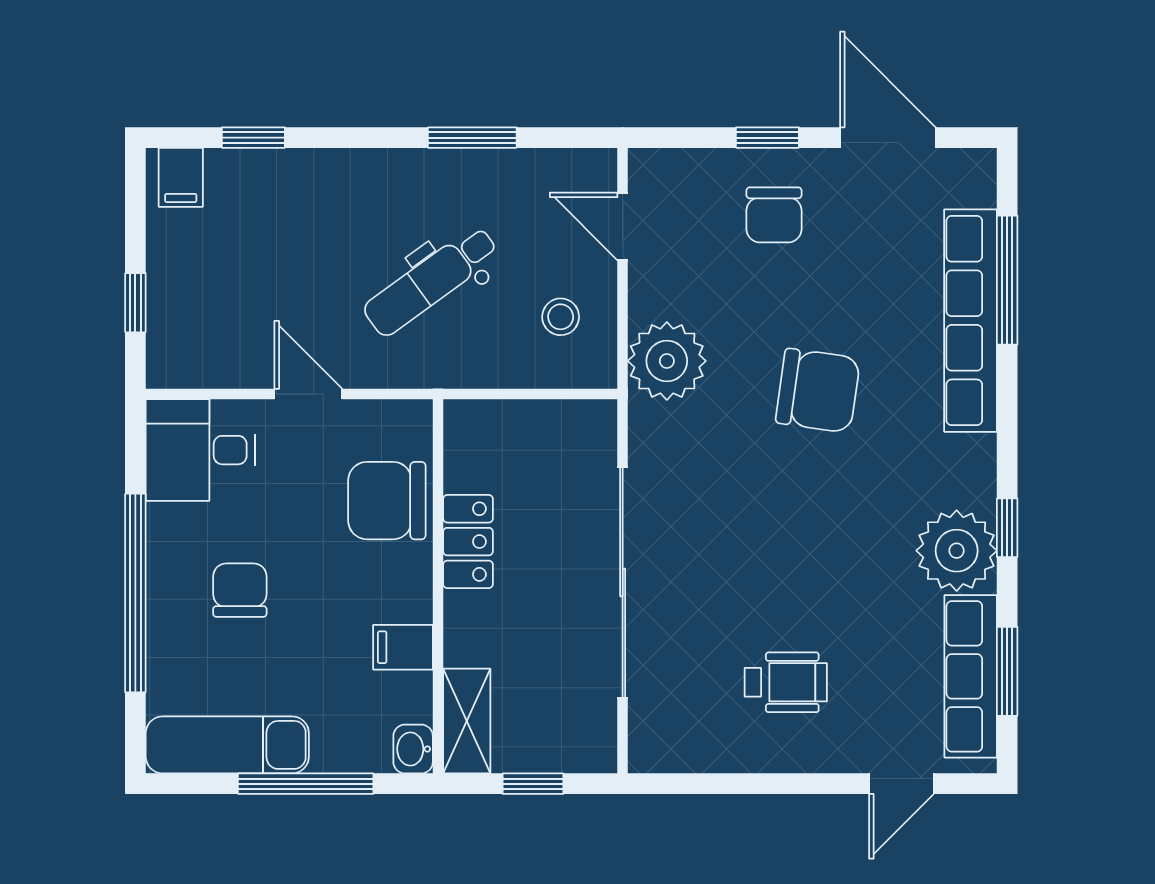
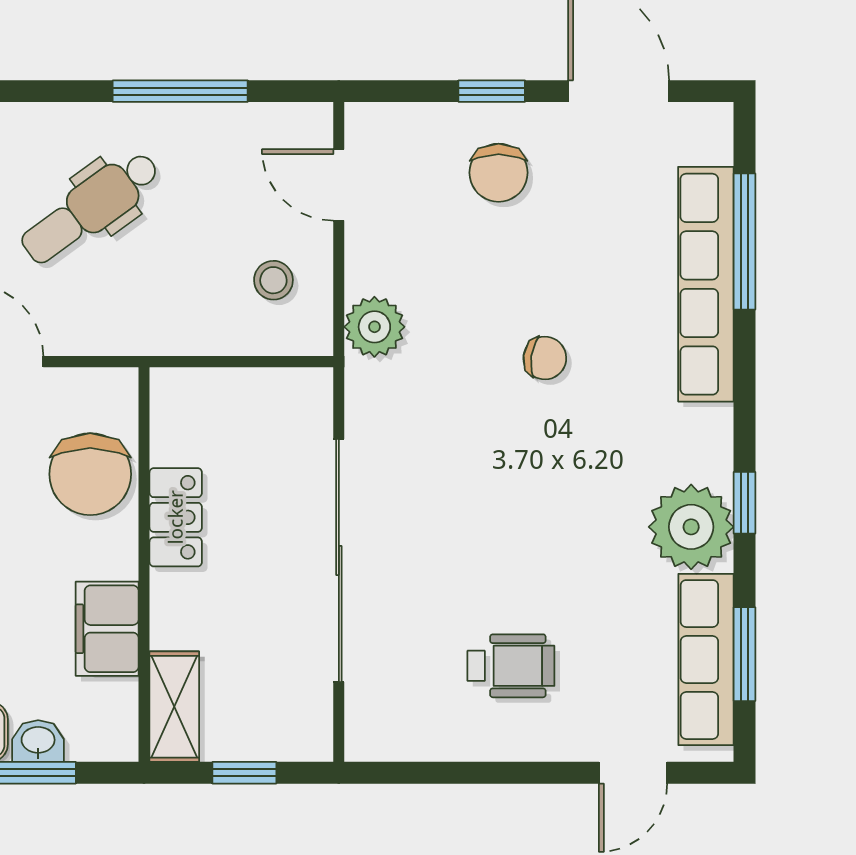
window: (472, 138) -> (180, 91), width x1.44
dental chair: (431, 281) -> (90, 208), moved
plant: (667, 361) -> (374, 327), width x0.73, depth x0.73
chair: (818, 391) -> (545, 358), width x0.54, depth x0.54
chair: (387, 501) -> (90, 474), turned -90
filing cabinet: (403, 647) -> (107, 629), width x2.00
washbasin: (413, 749) -> (38, 741), moved, turned 90

